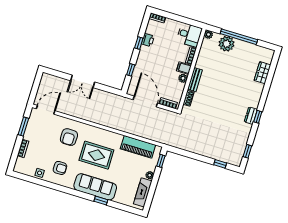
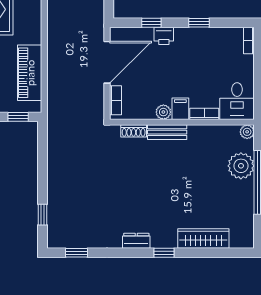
printer: (148, 40) -> (164, 36), moved
wardrobe: (262, 73) -> (203, 239), width x1.50
window: (258, 117) -> (164, 253), moved

